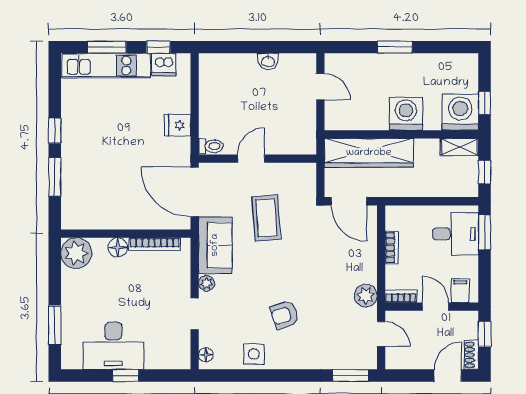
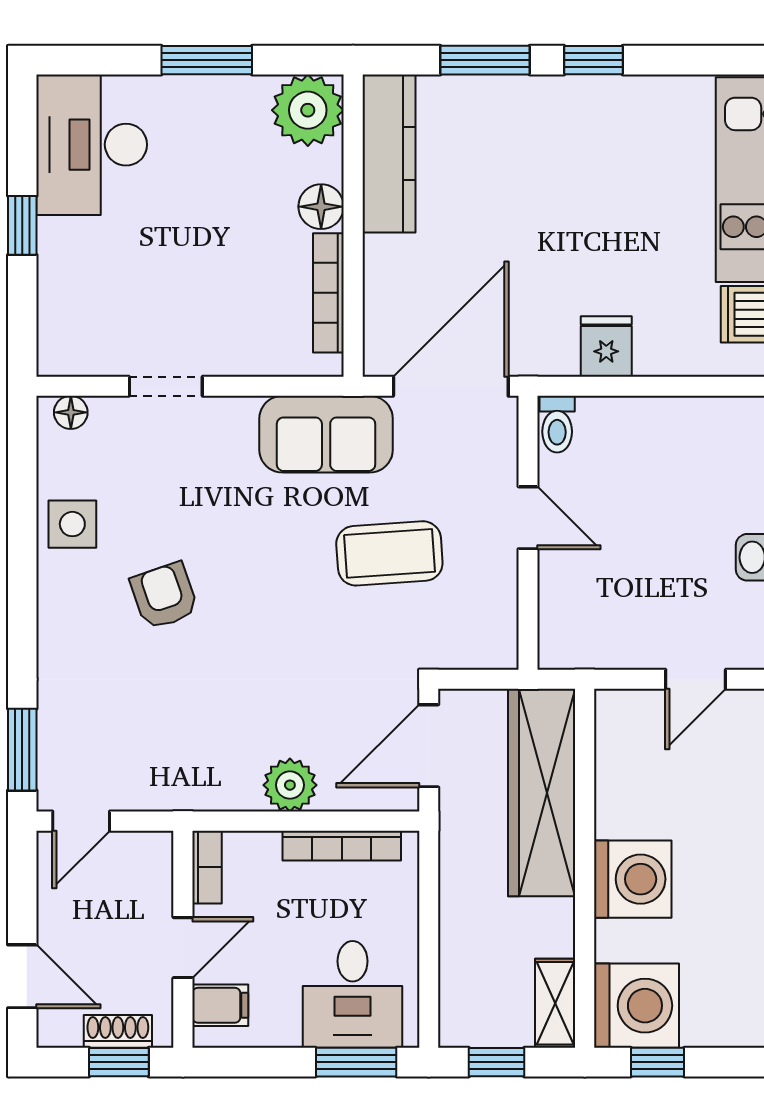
kitchen counter: (95, 218) -> (389, 153), added
bookcase: (392, 248) -> (342, 846), width x1.56
plant: (207, 283) -> (237, 414), removed
plant: (366, 296) -> (290, 785), moved
window: (55, 325) -> (207, 60), moved
door: (381, 334) -> (81, 821), moved
desk: (113, 346) -> (92, 145), moved
shoe rack: (471, 355) -> (118, 1031), moved

